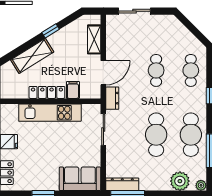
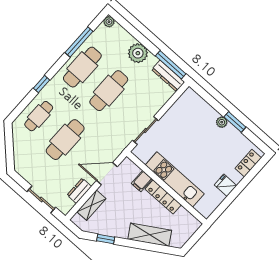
window: (51, 31) -> (106, 239), moved
cafe table: (156, 70) -> (65, 140), width x1.37, depth x1.35
dresser: (112, 98) -> (79, 191), moved
sofa: (80, 179) -> (197, 109), removed
plant: (180, 181) -> (138, 53), moved
plant: (53, 185) -> (222, 122), added

